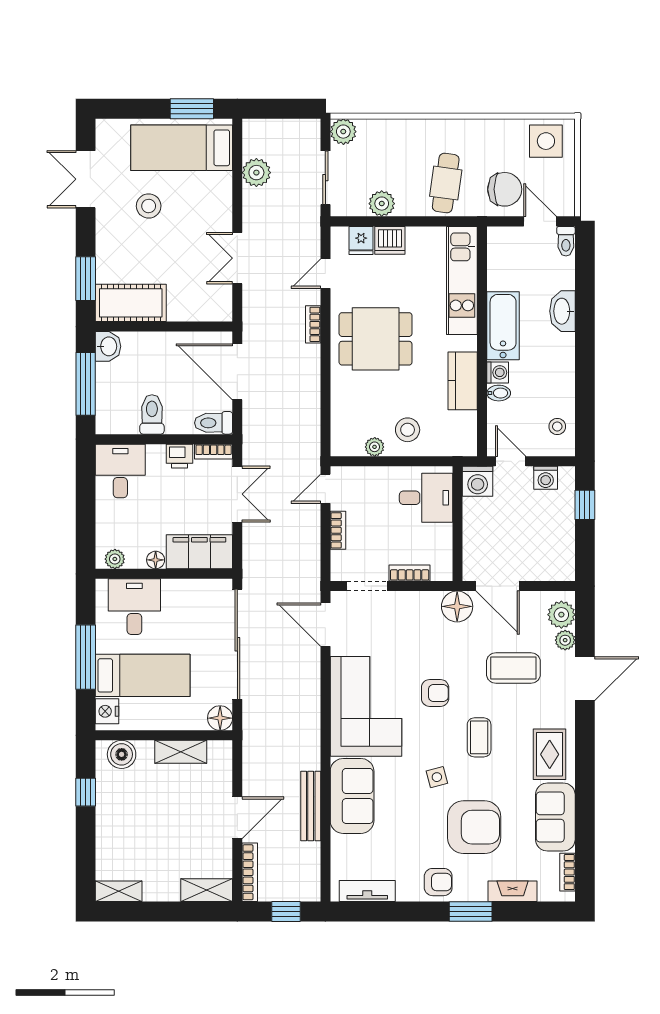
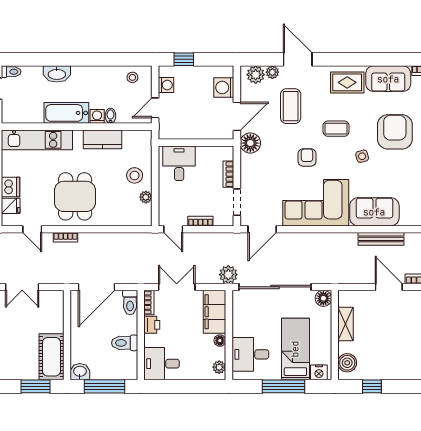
washing machine: (478, 481) -> (224, 88), moved, turned 180
plant: (256, 573) -> (228, 275), added

